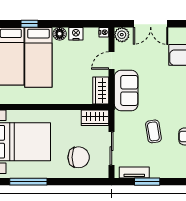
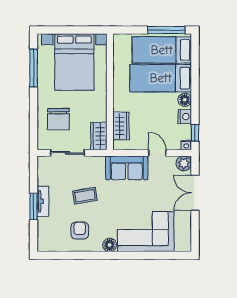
window: (29, 24) -> (195, 133), moved
wardrobe: (101, 90) -> (121, 126), moved, turned 90
tv unit: (134, 172) -> (43, 201), moved
window: (147, 182) -> (34, 207), moved

